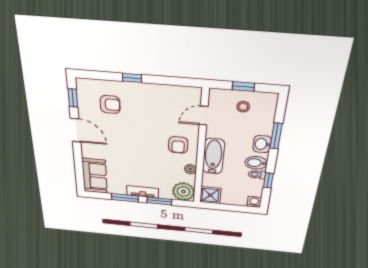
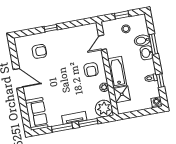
window: (73, 98) -> (14, 53), removed
bidet: (256, 163) -> (142, 40), moved
shower: (210, 195) -> (122, 94), moved

